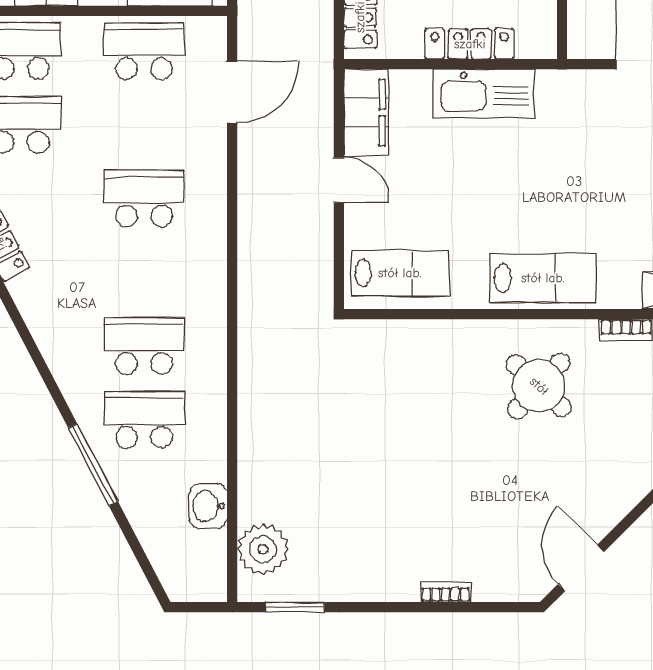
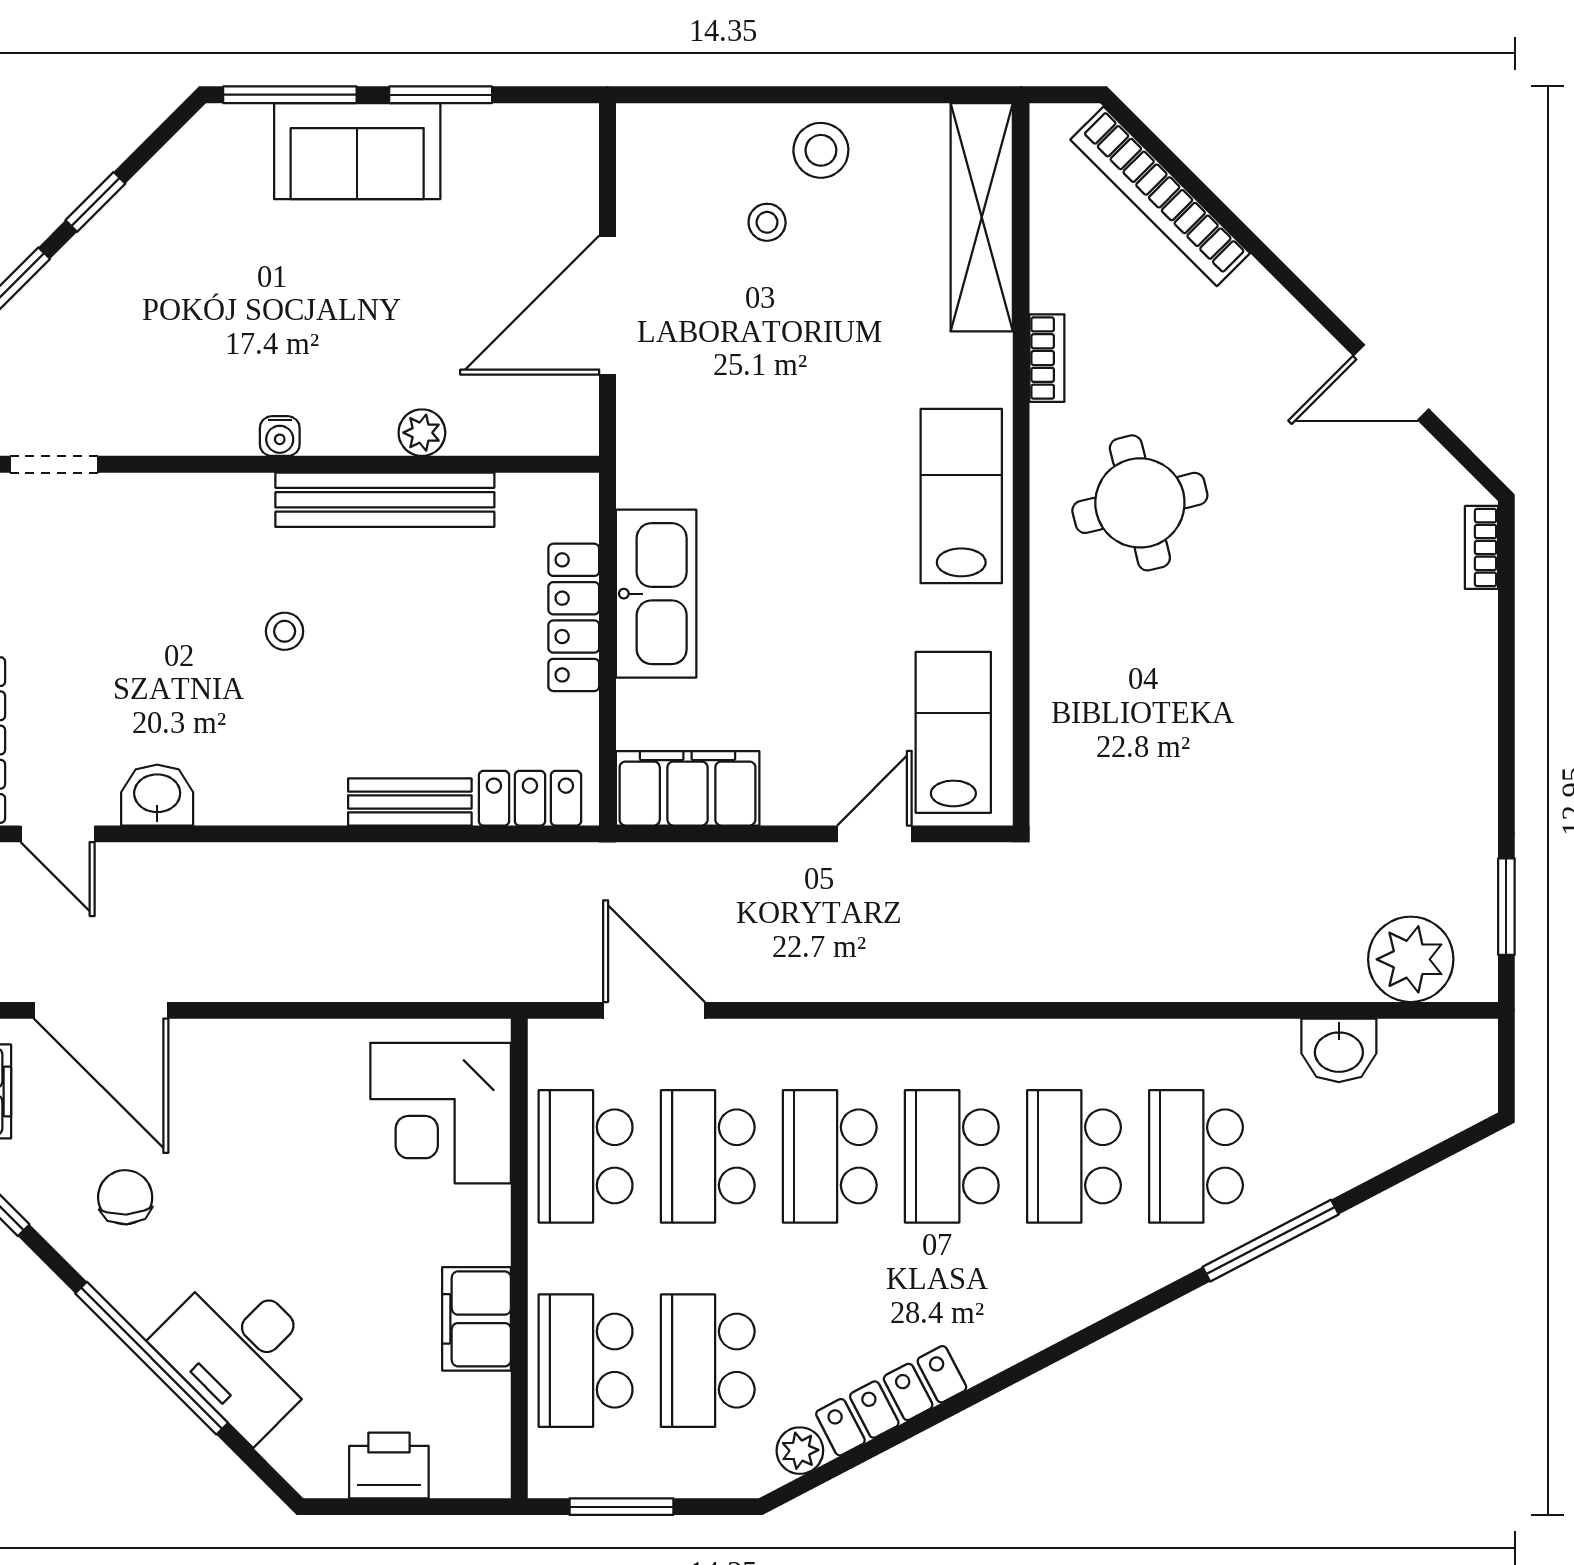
school desk: (144, 125) -> (708, 1156), added
door: (339, 180) -> (874, 834), moved
school desk: (144, 272) -> (952, 1156), added
round table: (539, 386) -> (1140, 503), turned 33
door: (581, 568) -> (1391, 382), moved
bookcase: (446, 592) -> (1482, 547), moved

